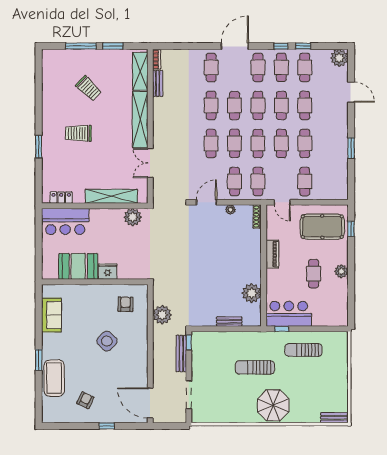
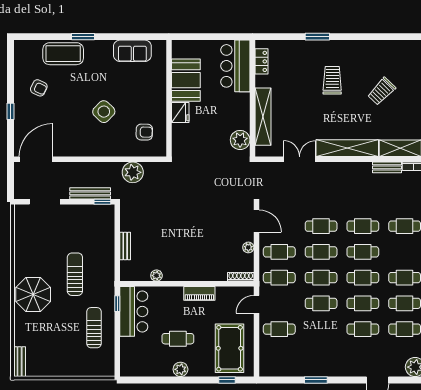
cafe table: (305, 143) -> (321, 329), removed
plant: (252, 293) -> (156, 276), width x0.53, depth x0.53

